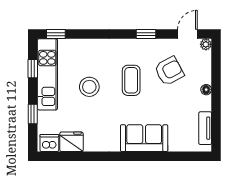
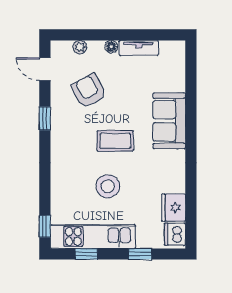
plant: (206, 44) -> (80, 47), moved
coffee table: (131, 80) -> (115, 141), moved
tv unit: (205, 128) -> (139, 48), moved

